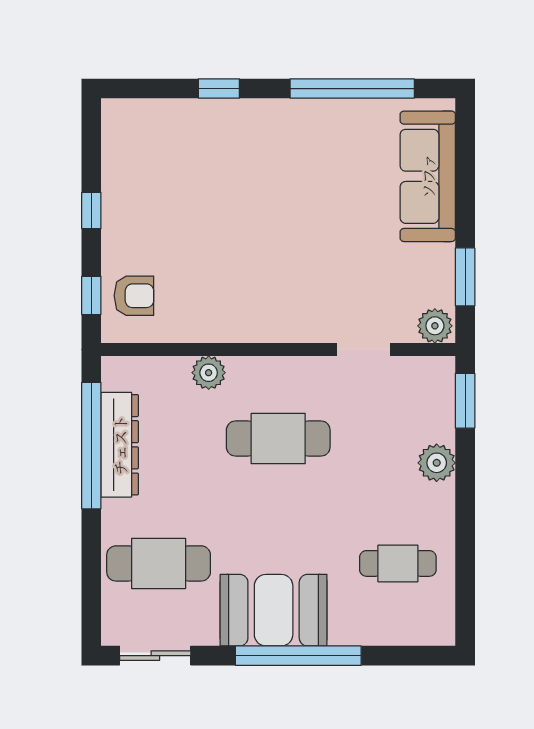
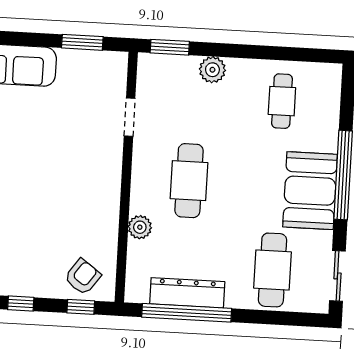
armchair: (134, 296) -> (83, 277), turned 36
plant: (435, 326) -> (116, 66), removed

